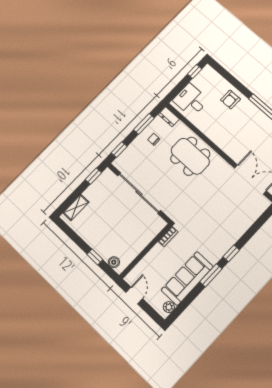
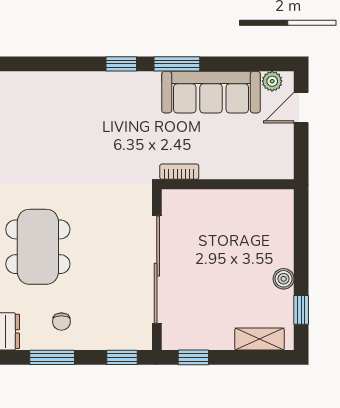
window: (95, 257) -> (301, 310), moved
boiler: (114, 262) -> (284, 279), moved
door: (134, 295) -> (301, 108), moved

